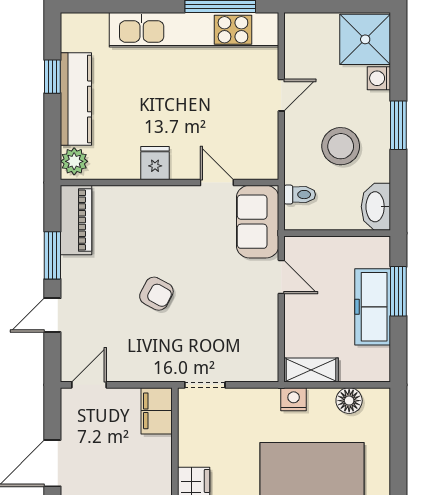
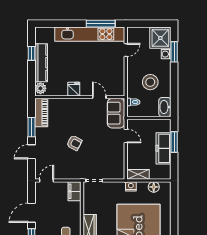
door: (281, 95) -> (126, 50), moved
window: (398, 125) -> (174, 52), moved

